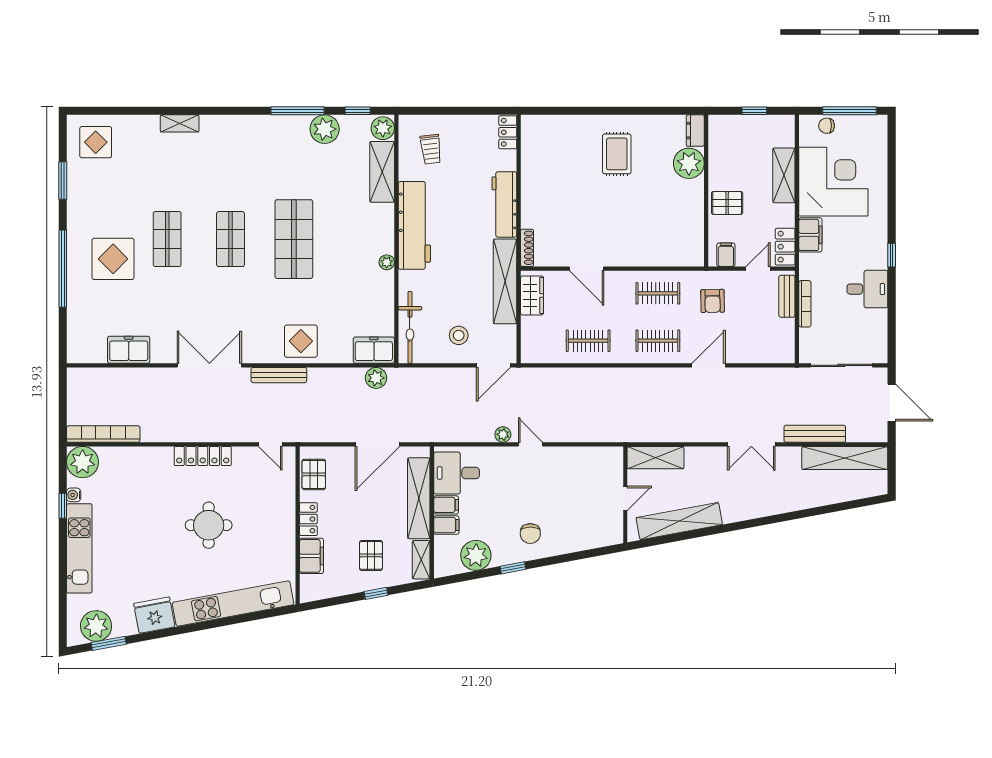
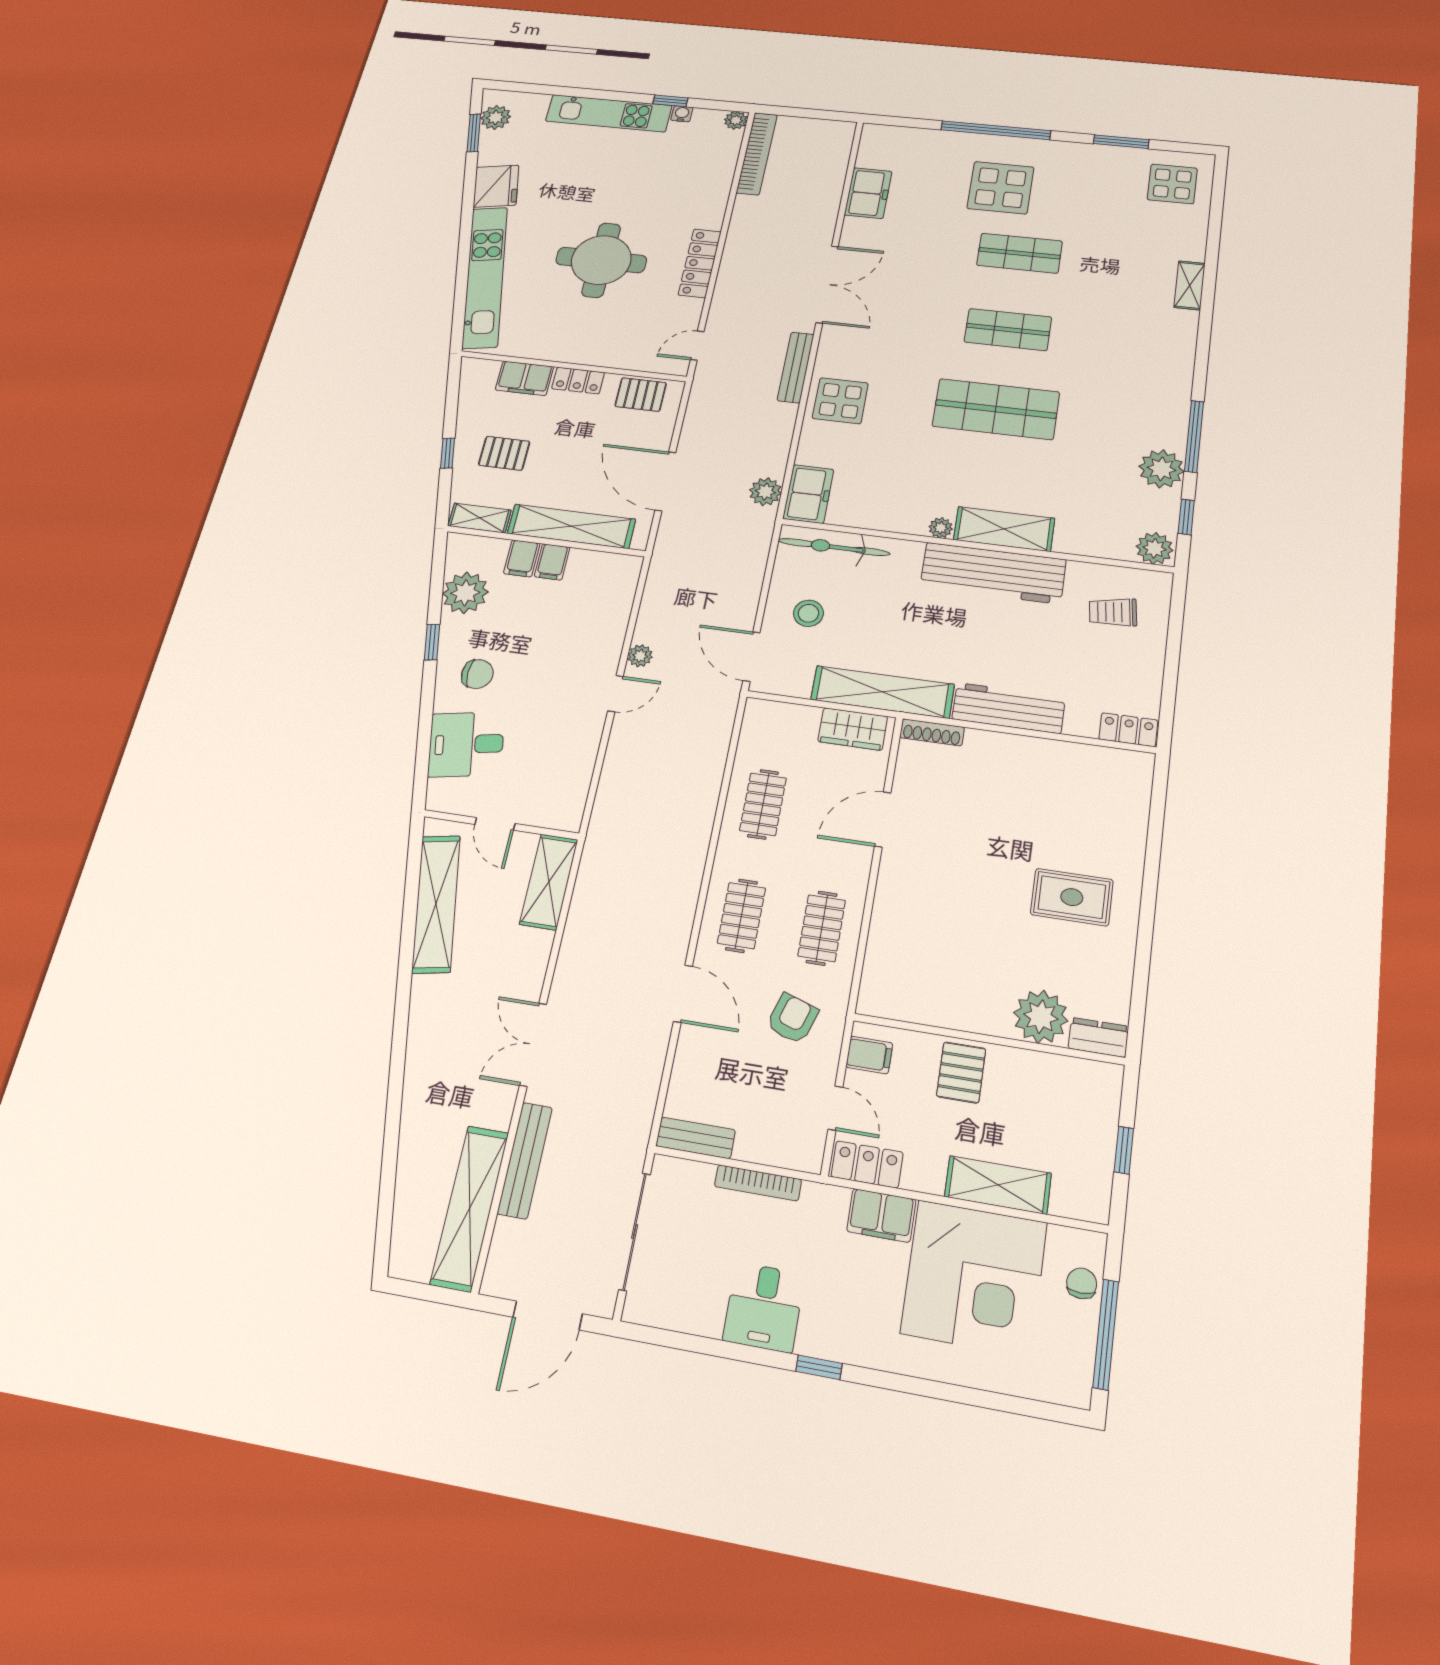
shelving: (382, 172) -> (1004, 529), moved
bench: (787, 296) -> (696, 1138), moved
armchair: (713, 301) -> (792, 1018), turned 109
plant: (83, 462) -> (736, 120), width x0.53, depth x0.53
desk: (457, 473) -> (466, 744), moved, turned -101
round table: (209, 525) -> (601, 260), width x1.36, depth x1.36
chair: (530, 534) -> (477, 674), turned 180
plant: (96, 626) -> (496, 117), width x0.73, depth x0.73

